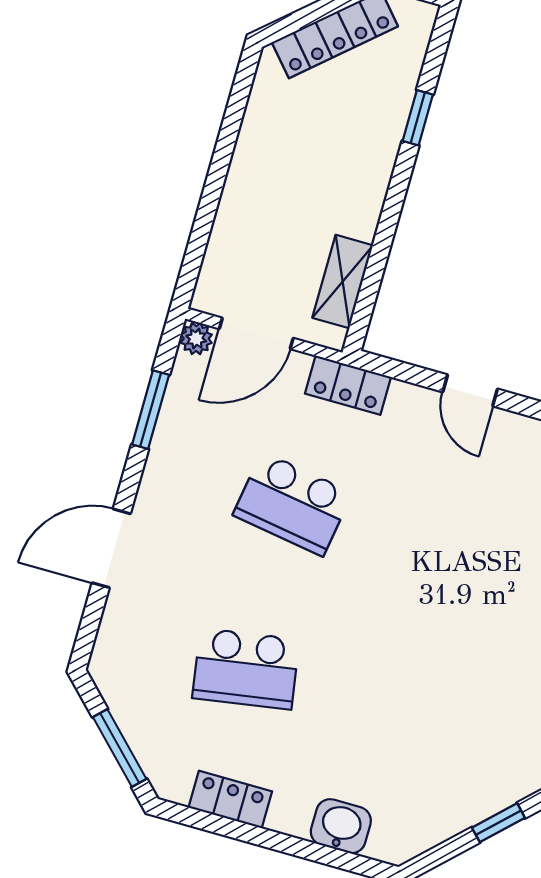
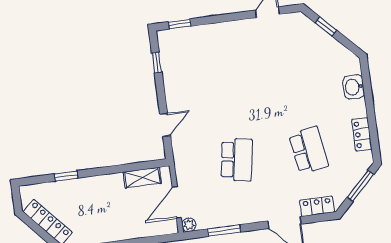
door: (256, 333) -> (177, 202), swing flipped
locker: (348, 385) -> (317, 206), moved, turned -90
door: (470, 390) -> (165, 125), moved

